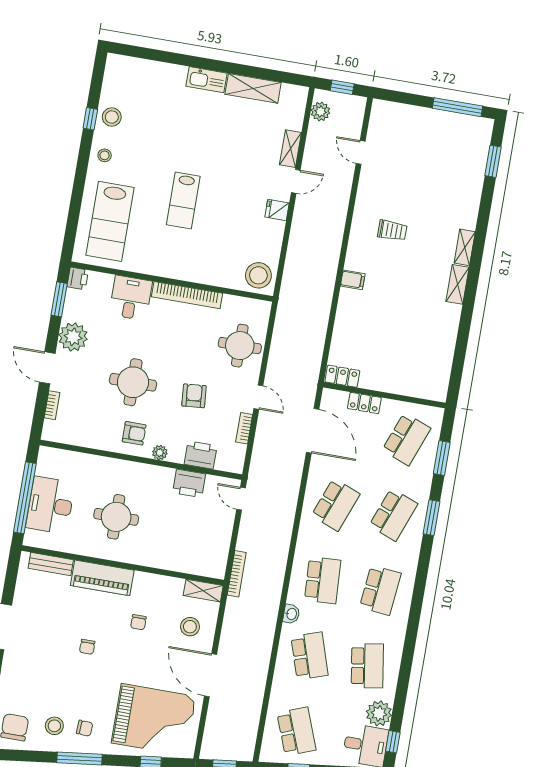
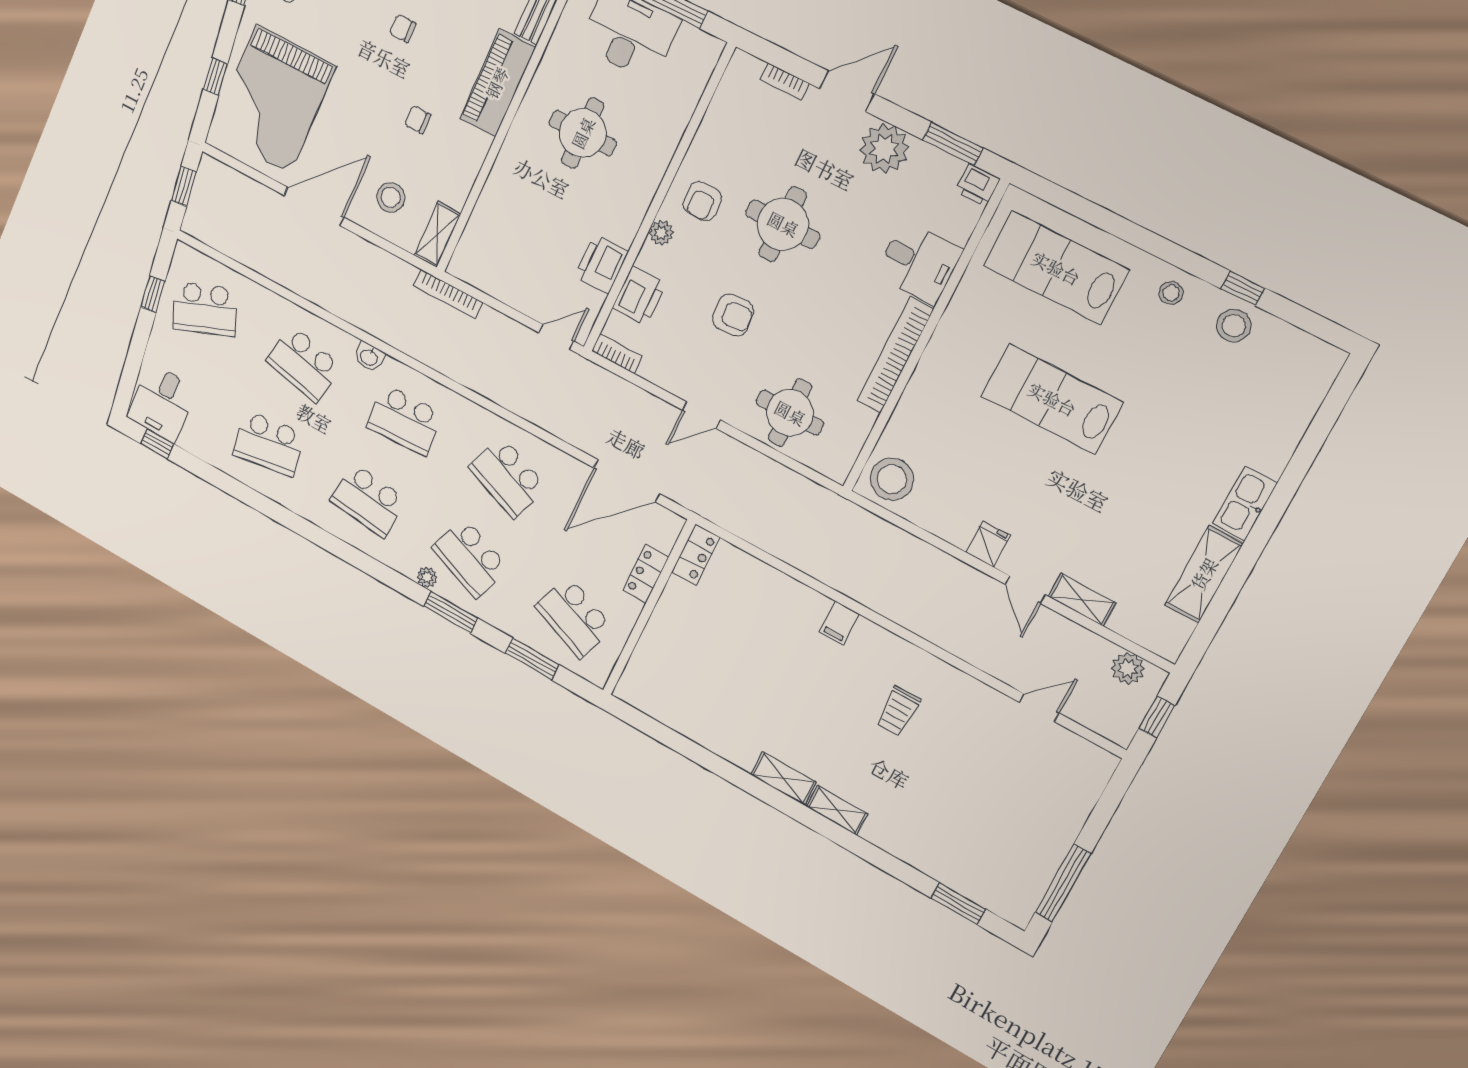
lab bench: (183, 201) -> (1052, 399), width x1.36, depth x1.39
bookcase: (244, 428) -> (617, 354), moved
school desk: (310, 656) -> (304, 364), turned 30
plant: (379, 713) -> (427, 577), moved, width x0.53, depth x0.53

